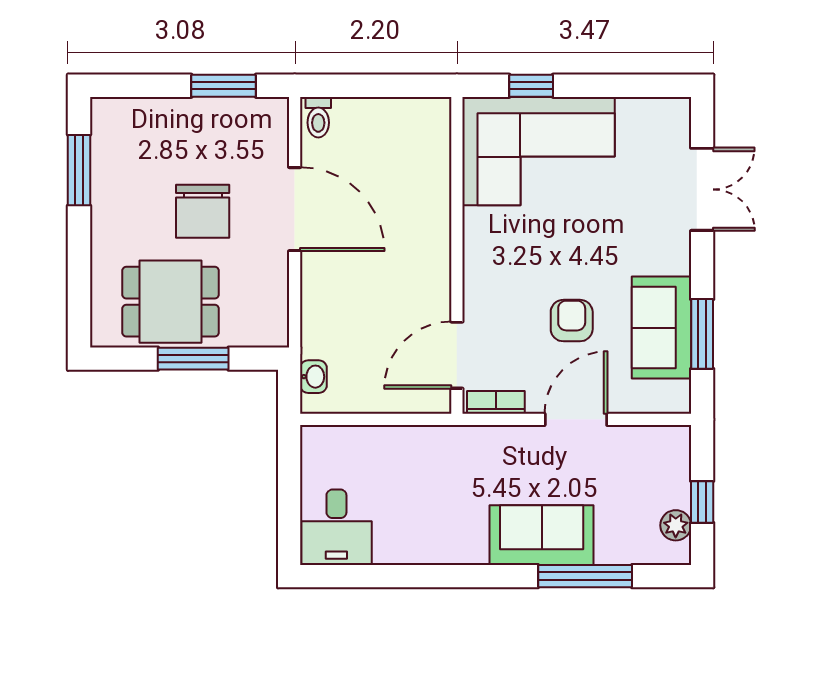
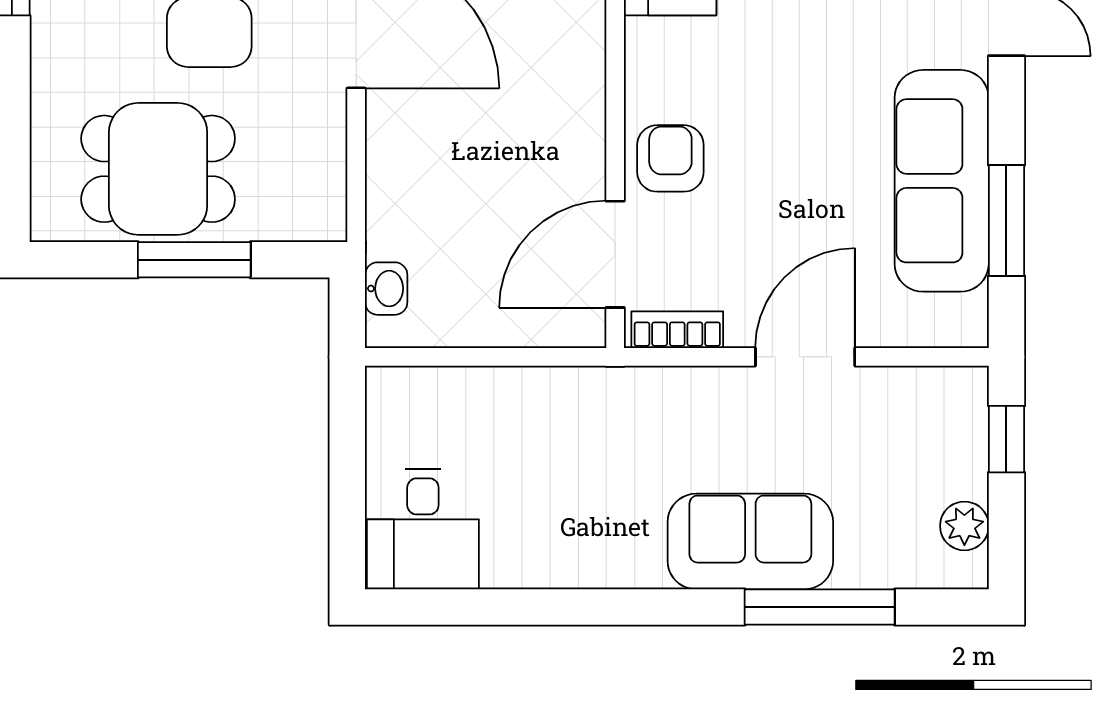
armchair: (572, 321) -> (670, 158), moved
sofa: (661, 328) -> (942, 181), width x1.36
window: (702, 502) -> (1006, 439), moved

